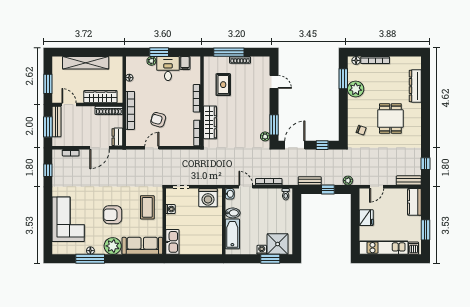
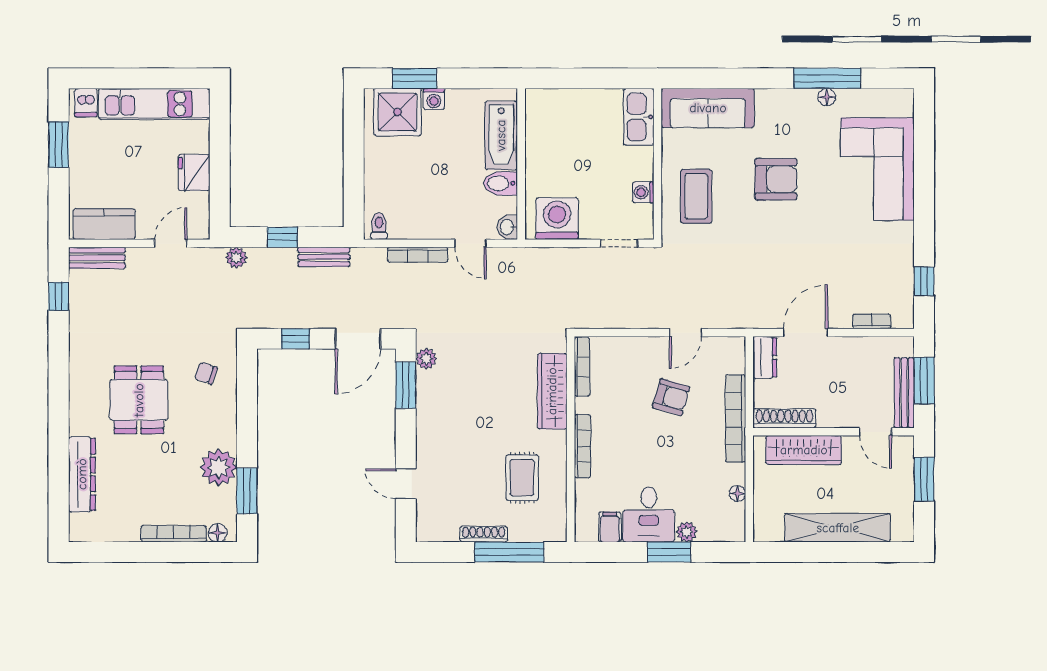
kitchen counter: (414, 202) -> (104, 224), moved, turned -90
plant: (113, 246) -> (775, 108), removed

